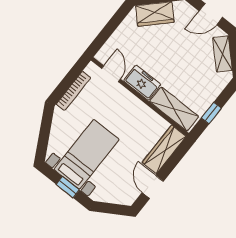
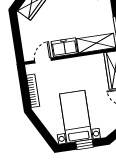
door: (111, 74) -> (43, 60), hinge flipped

